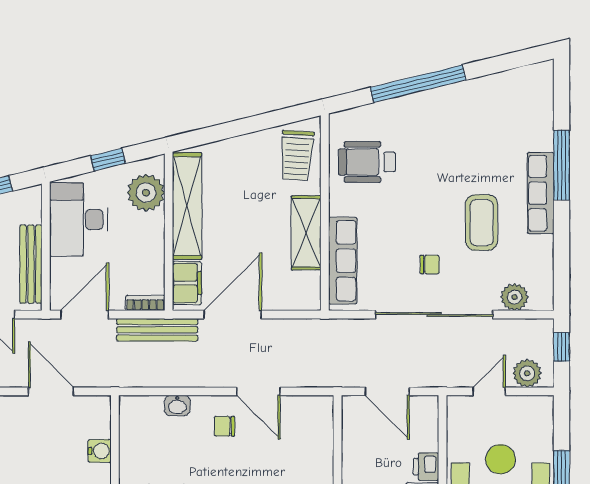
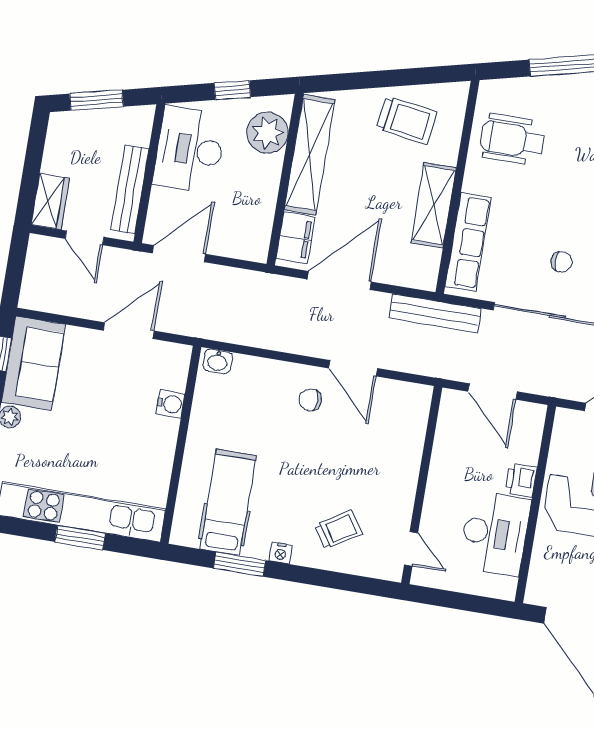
trolley: (297, 156) -> (407, 120), moved, turned -86
bookcase: (145, 303) -> (247, 252), removed
bench: (157, 330) -> (435, 313), moved
door: (51, 391) -> (129, 331), hinge flipped
washbasin: (177, 406) -> (218, 361), moved

